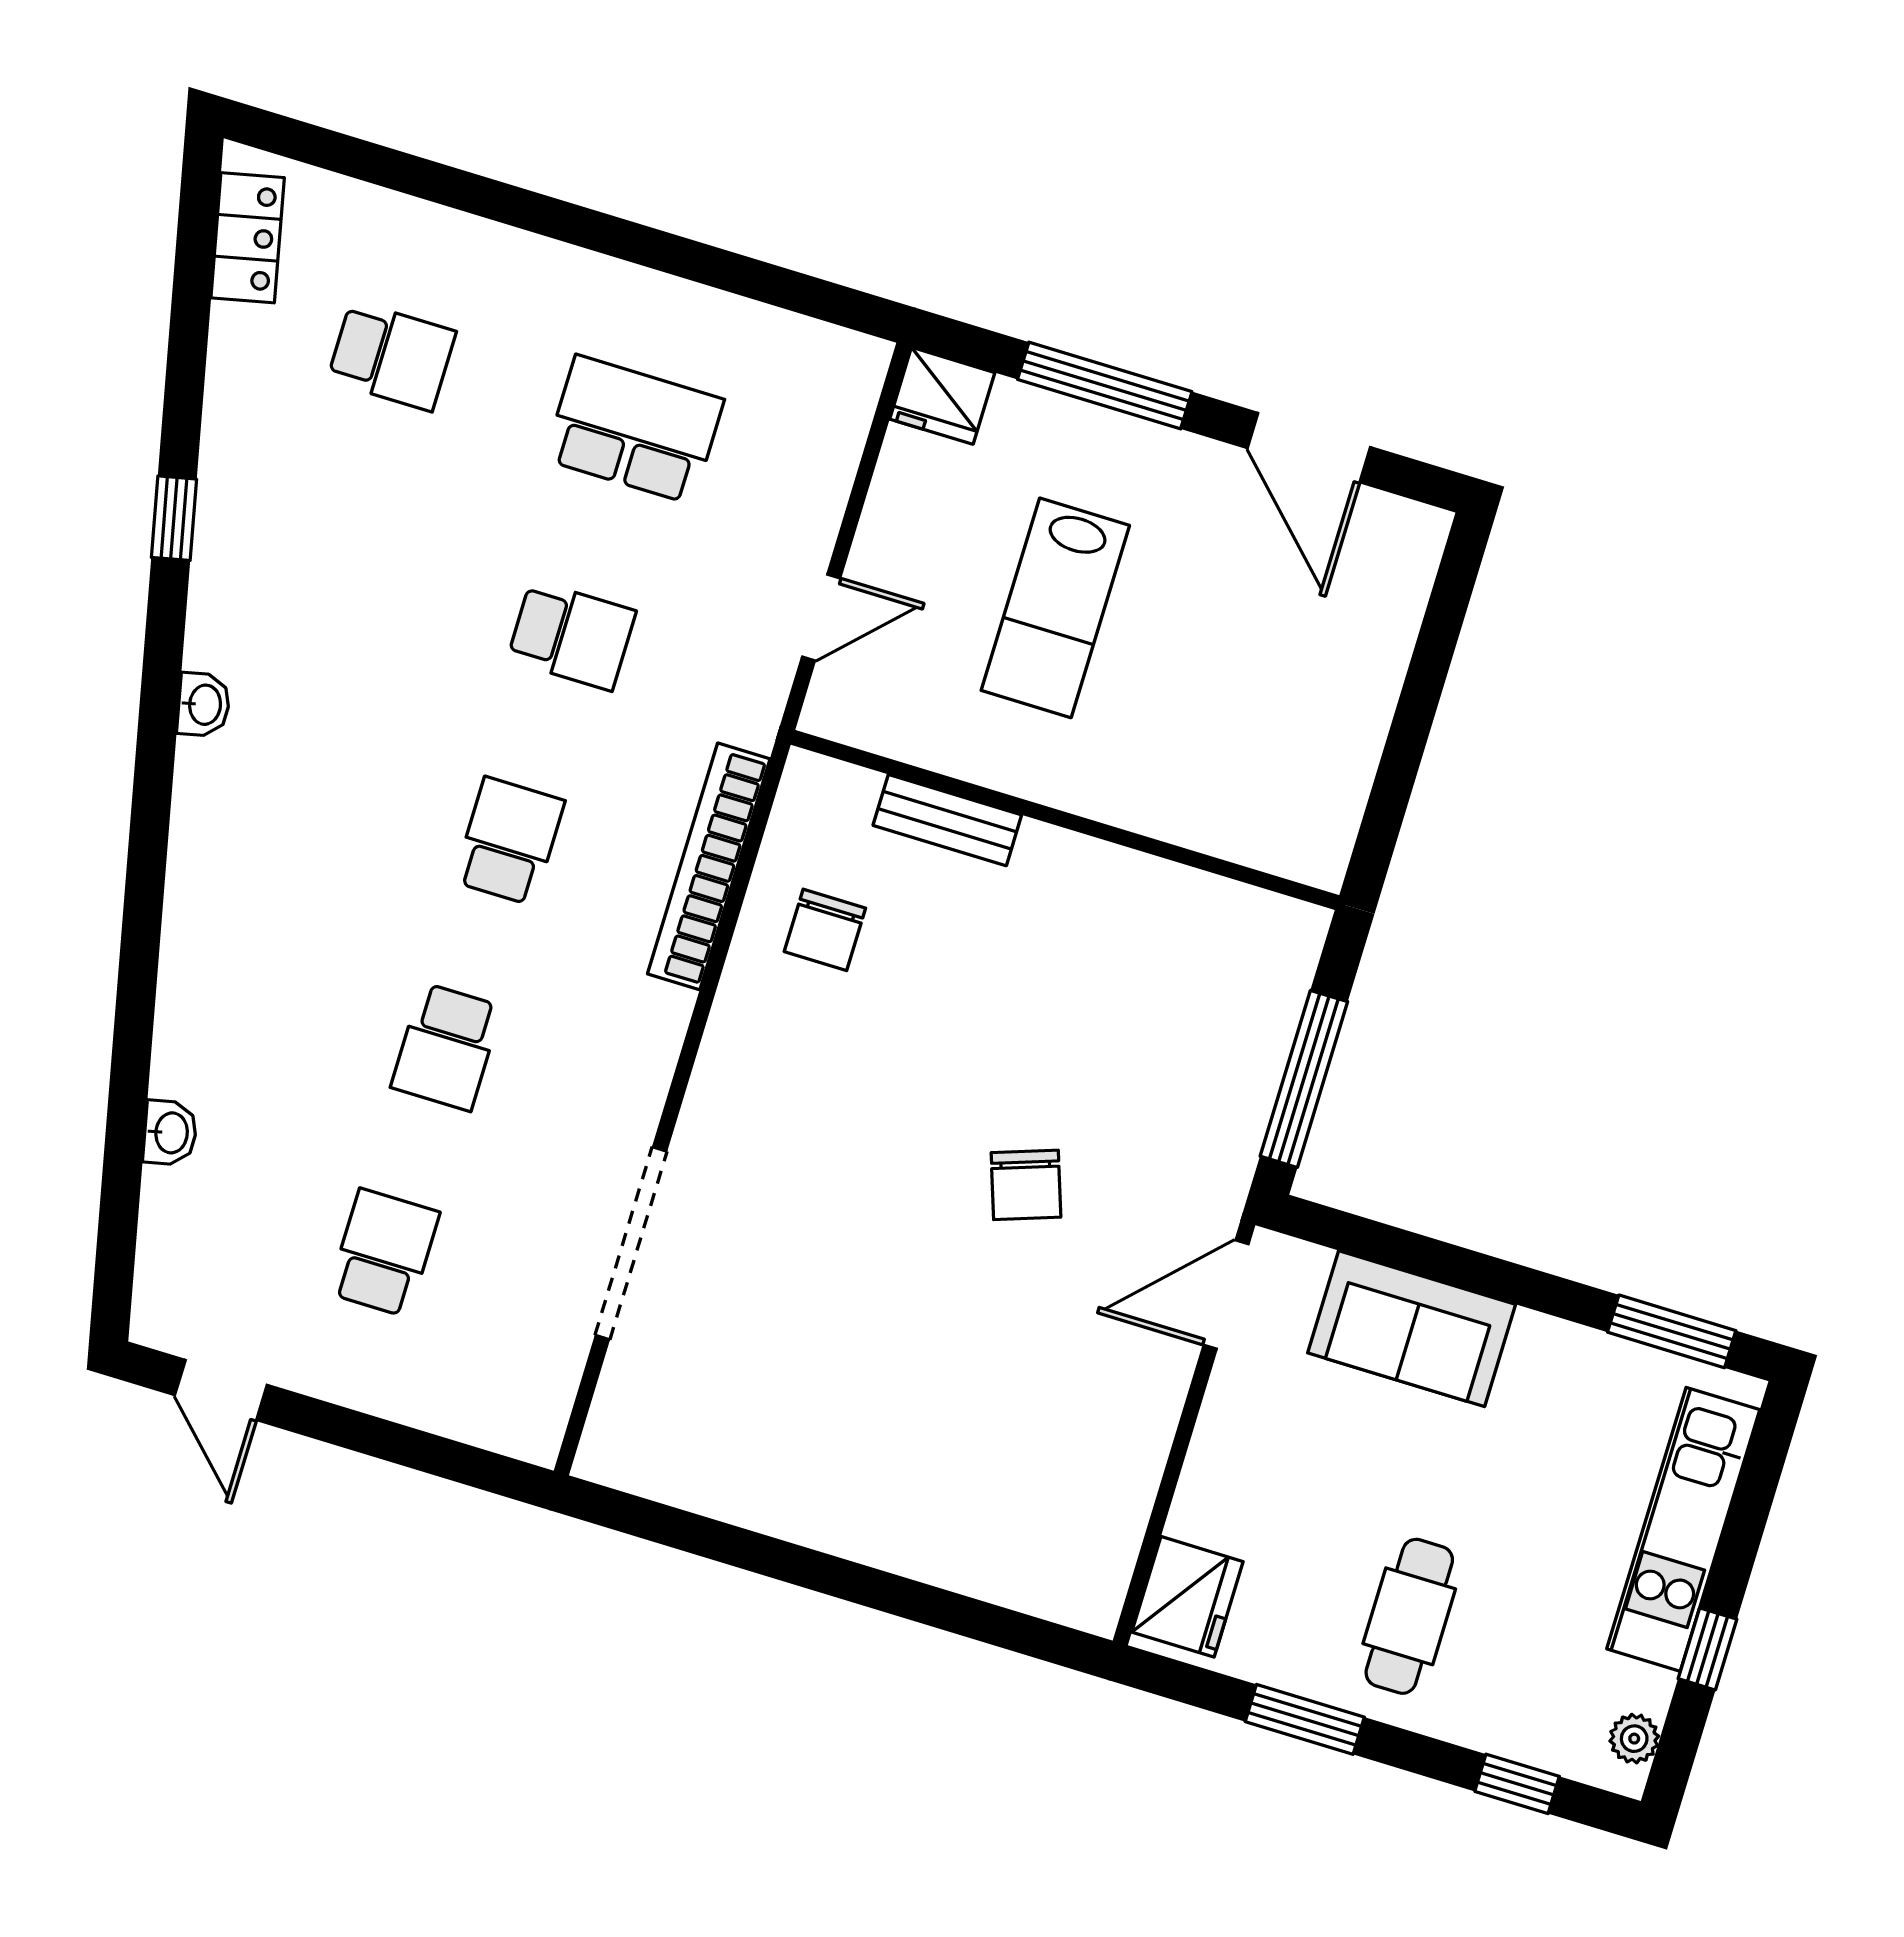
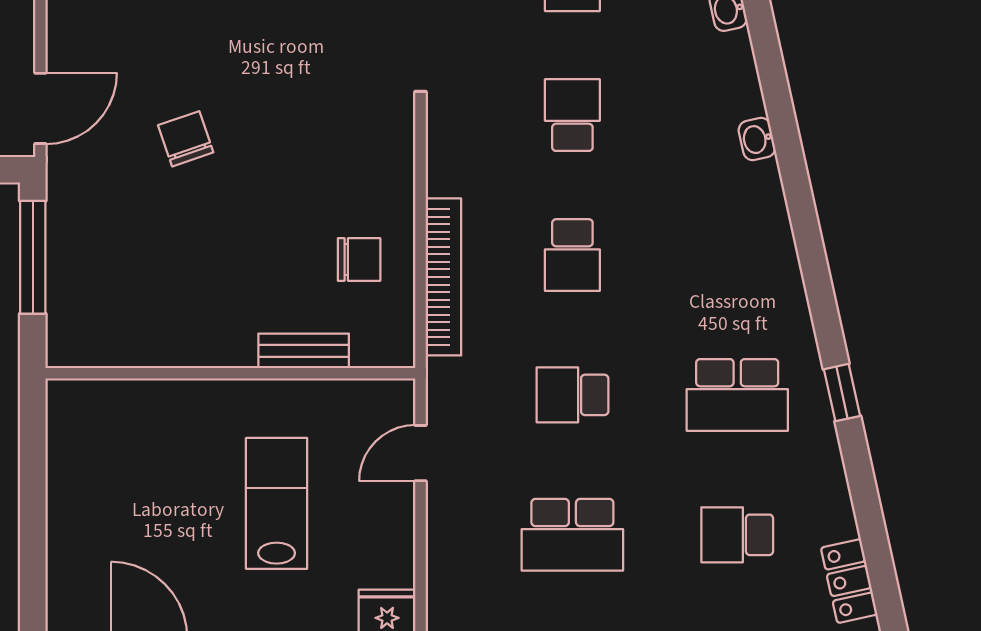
school desk: (329, 562) -> (737, 395), added
washbasin: (204, 705) -> (757, 139), moved
chair: (825, 930) -> (359, 259), turned 90

